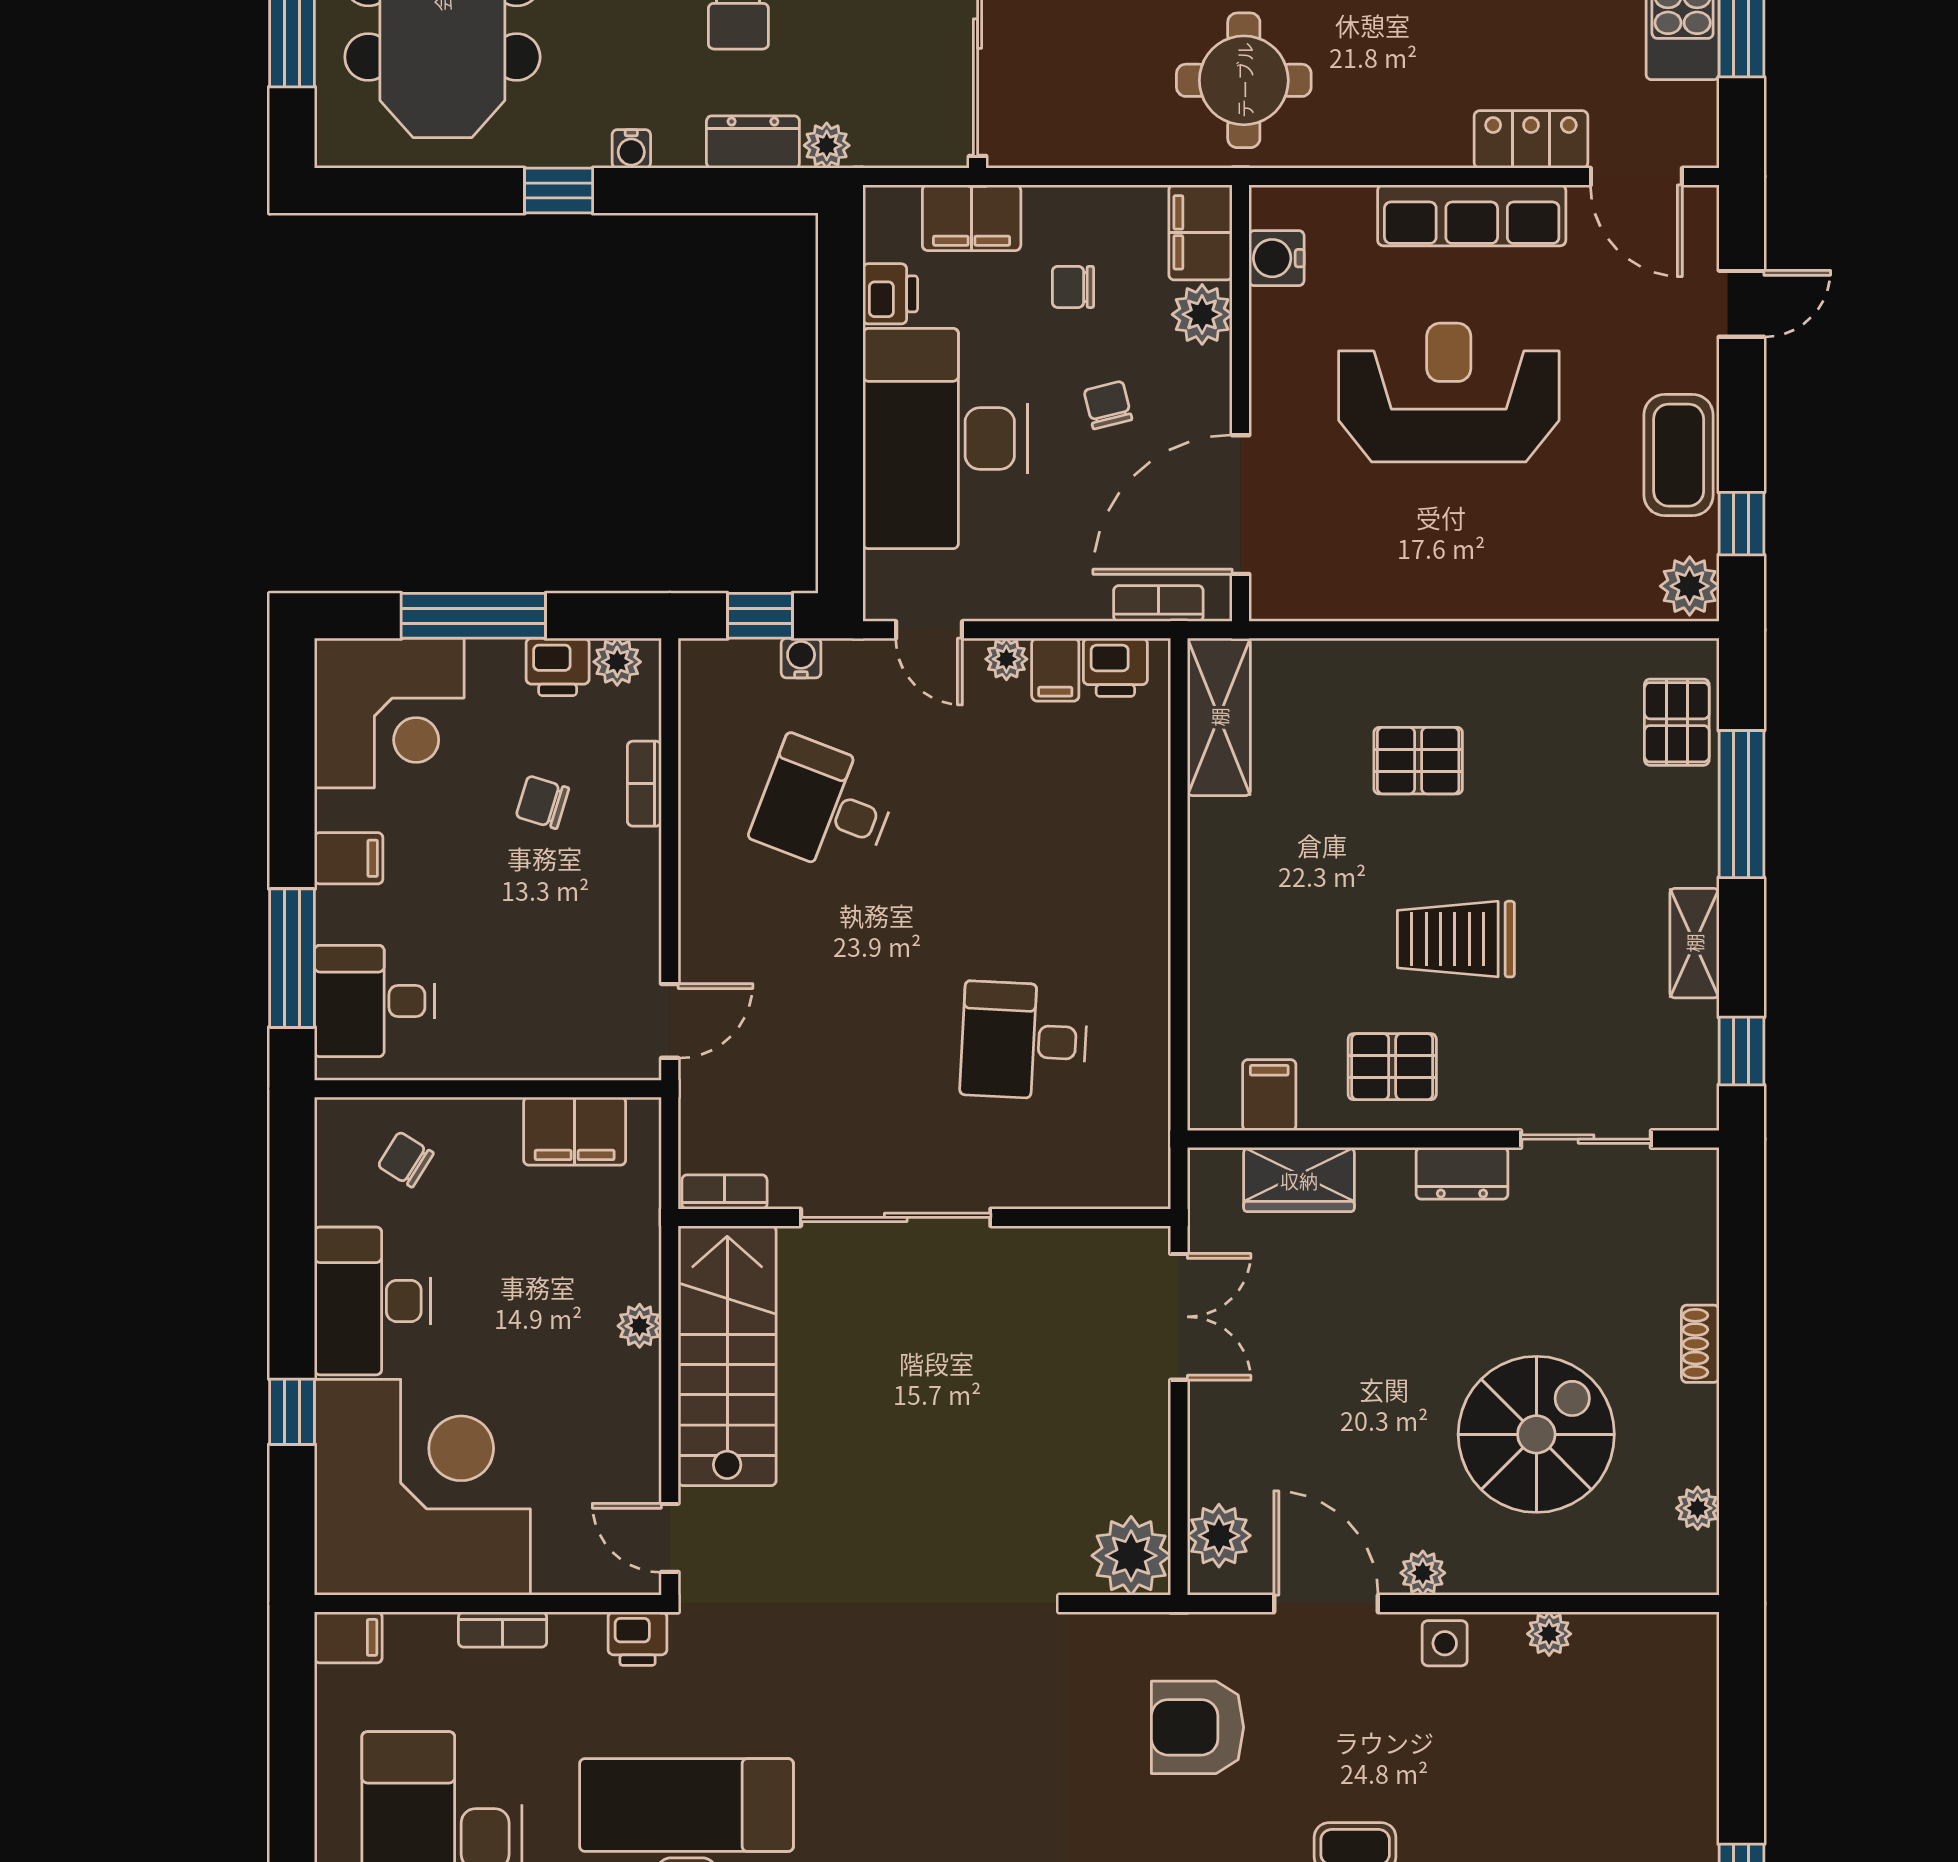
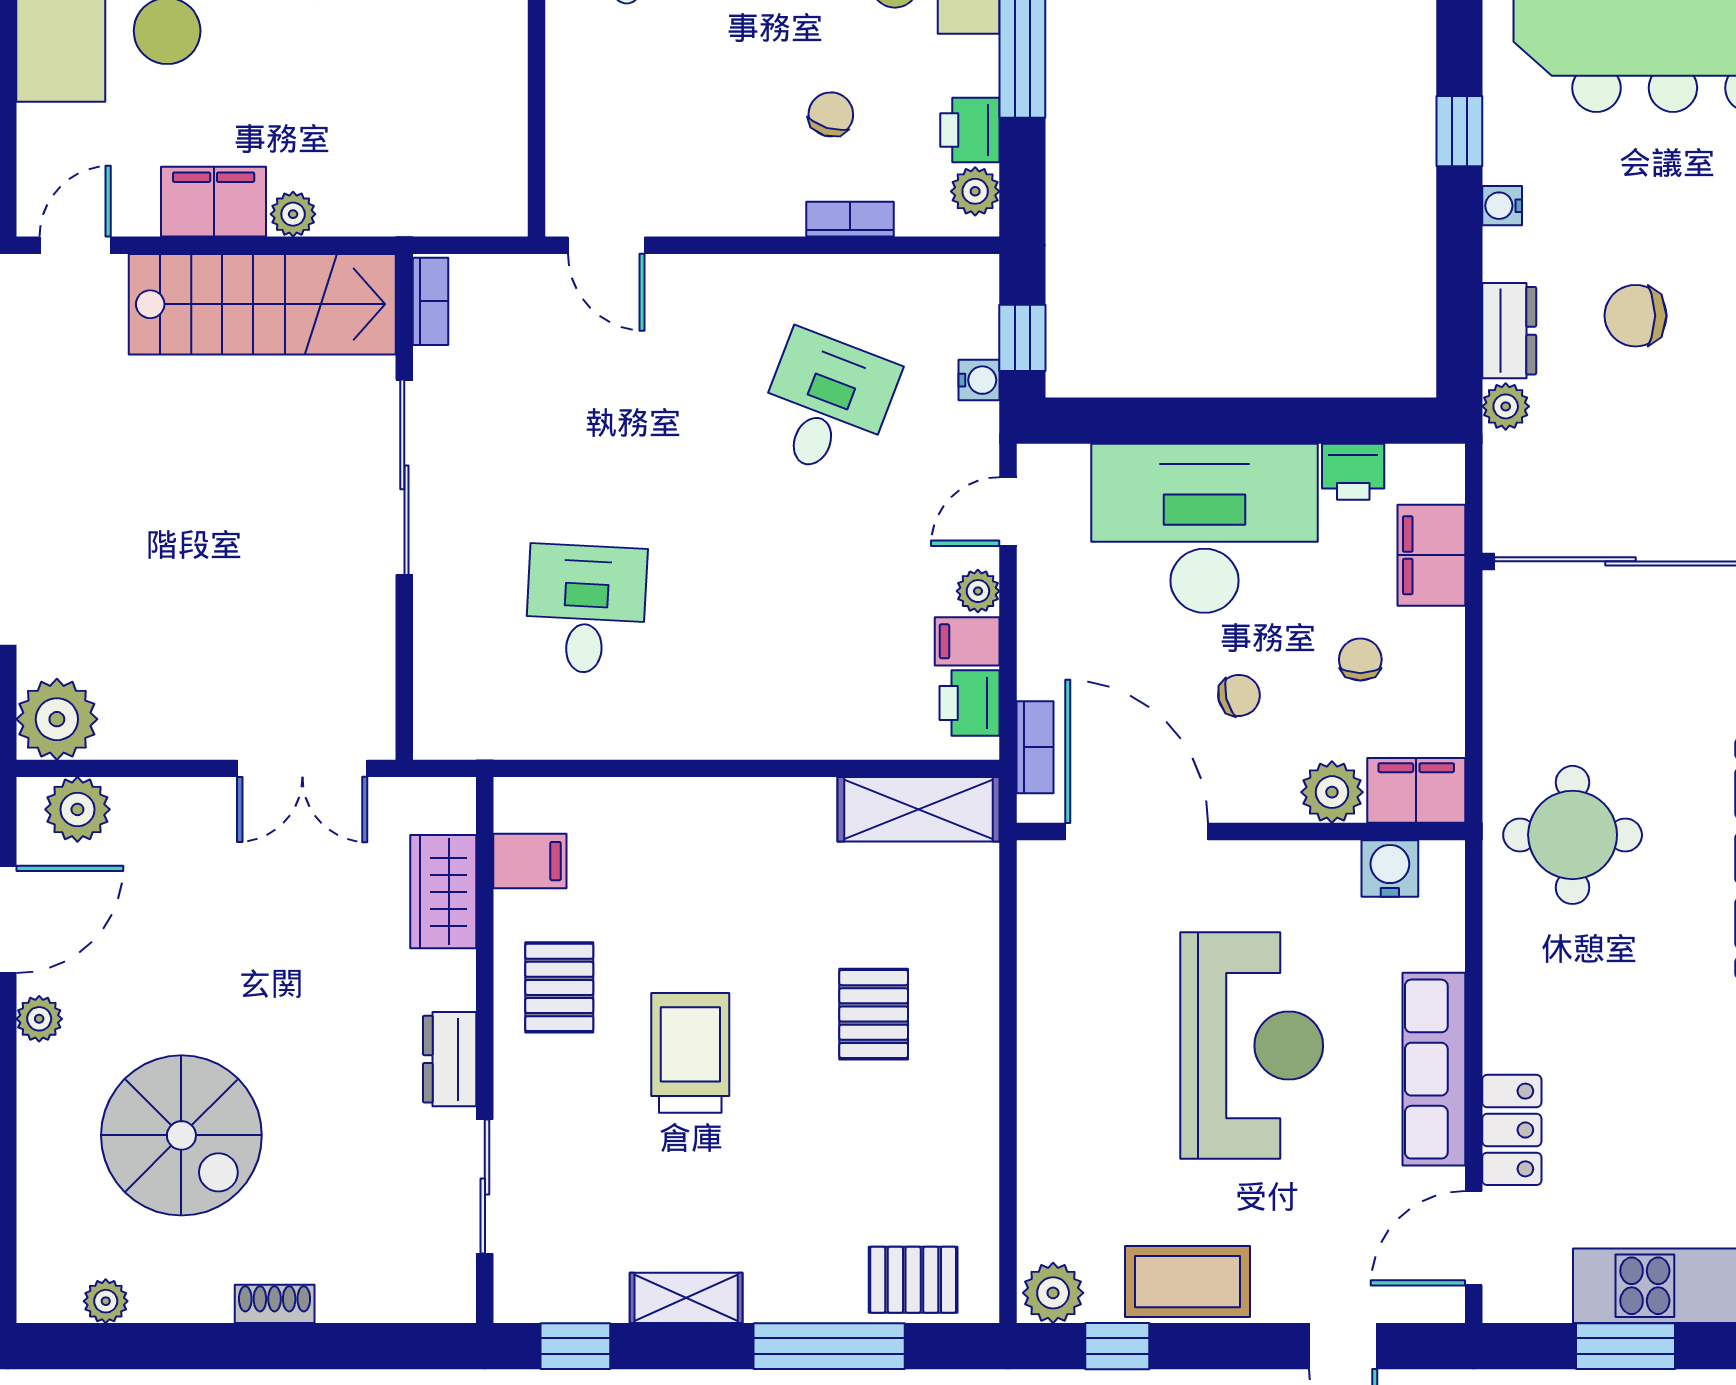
filing cabinet: (575, 1131) -> (214, 202), moved, turned 90

